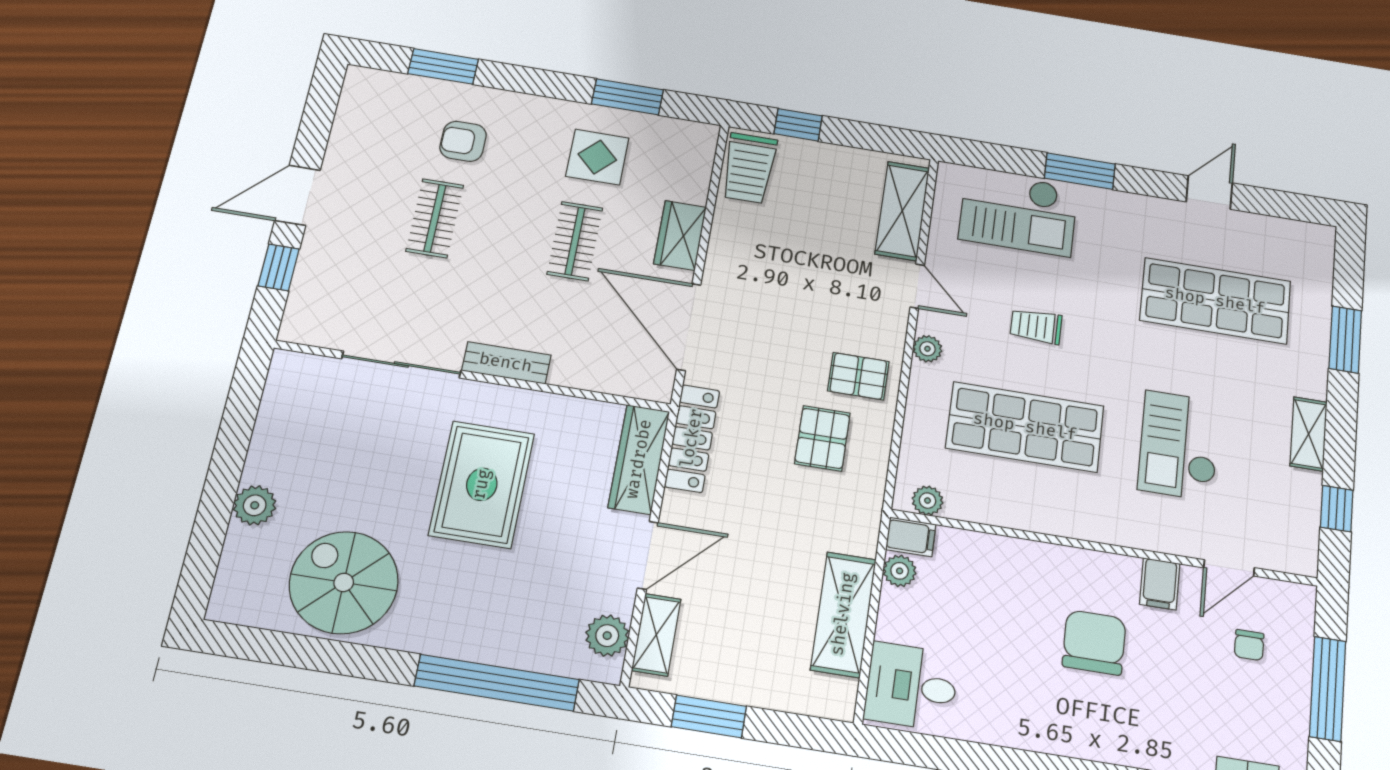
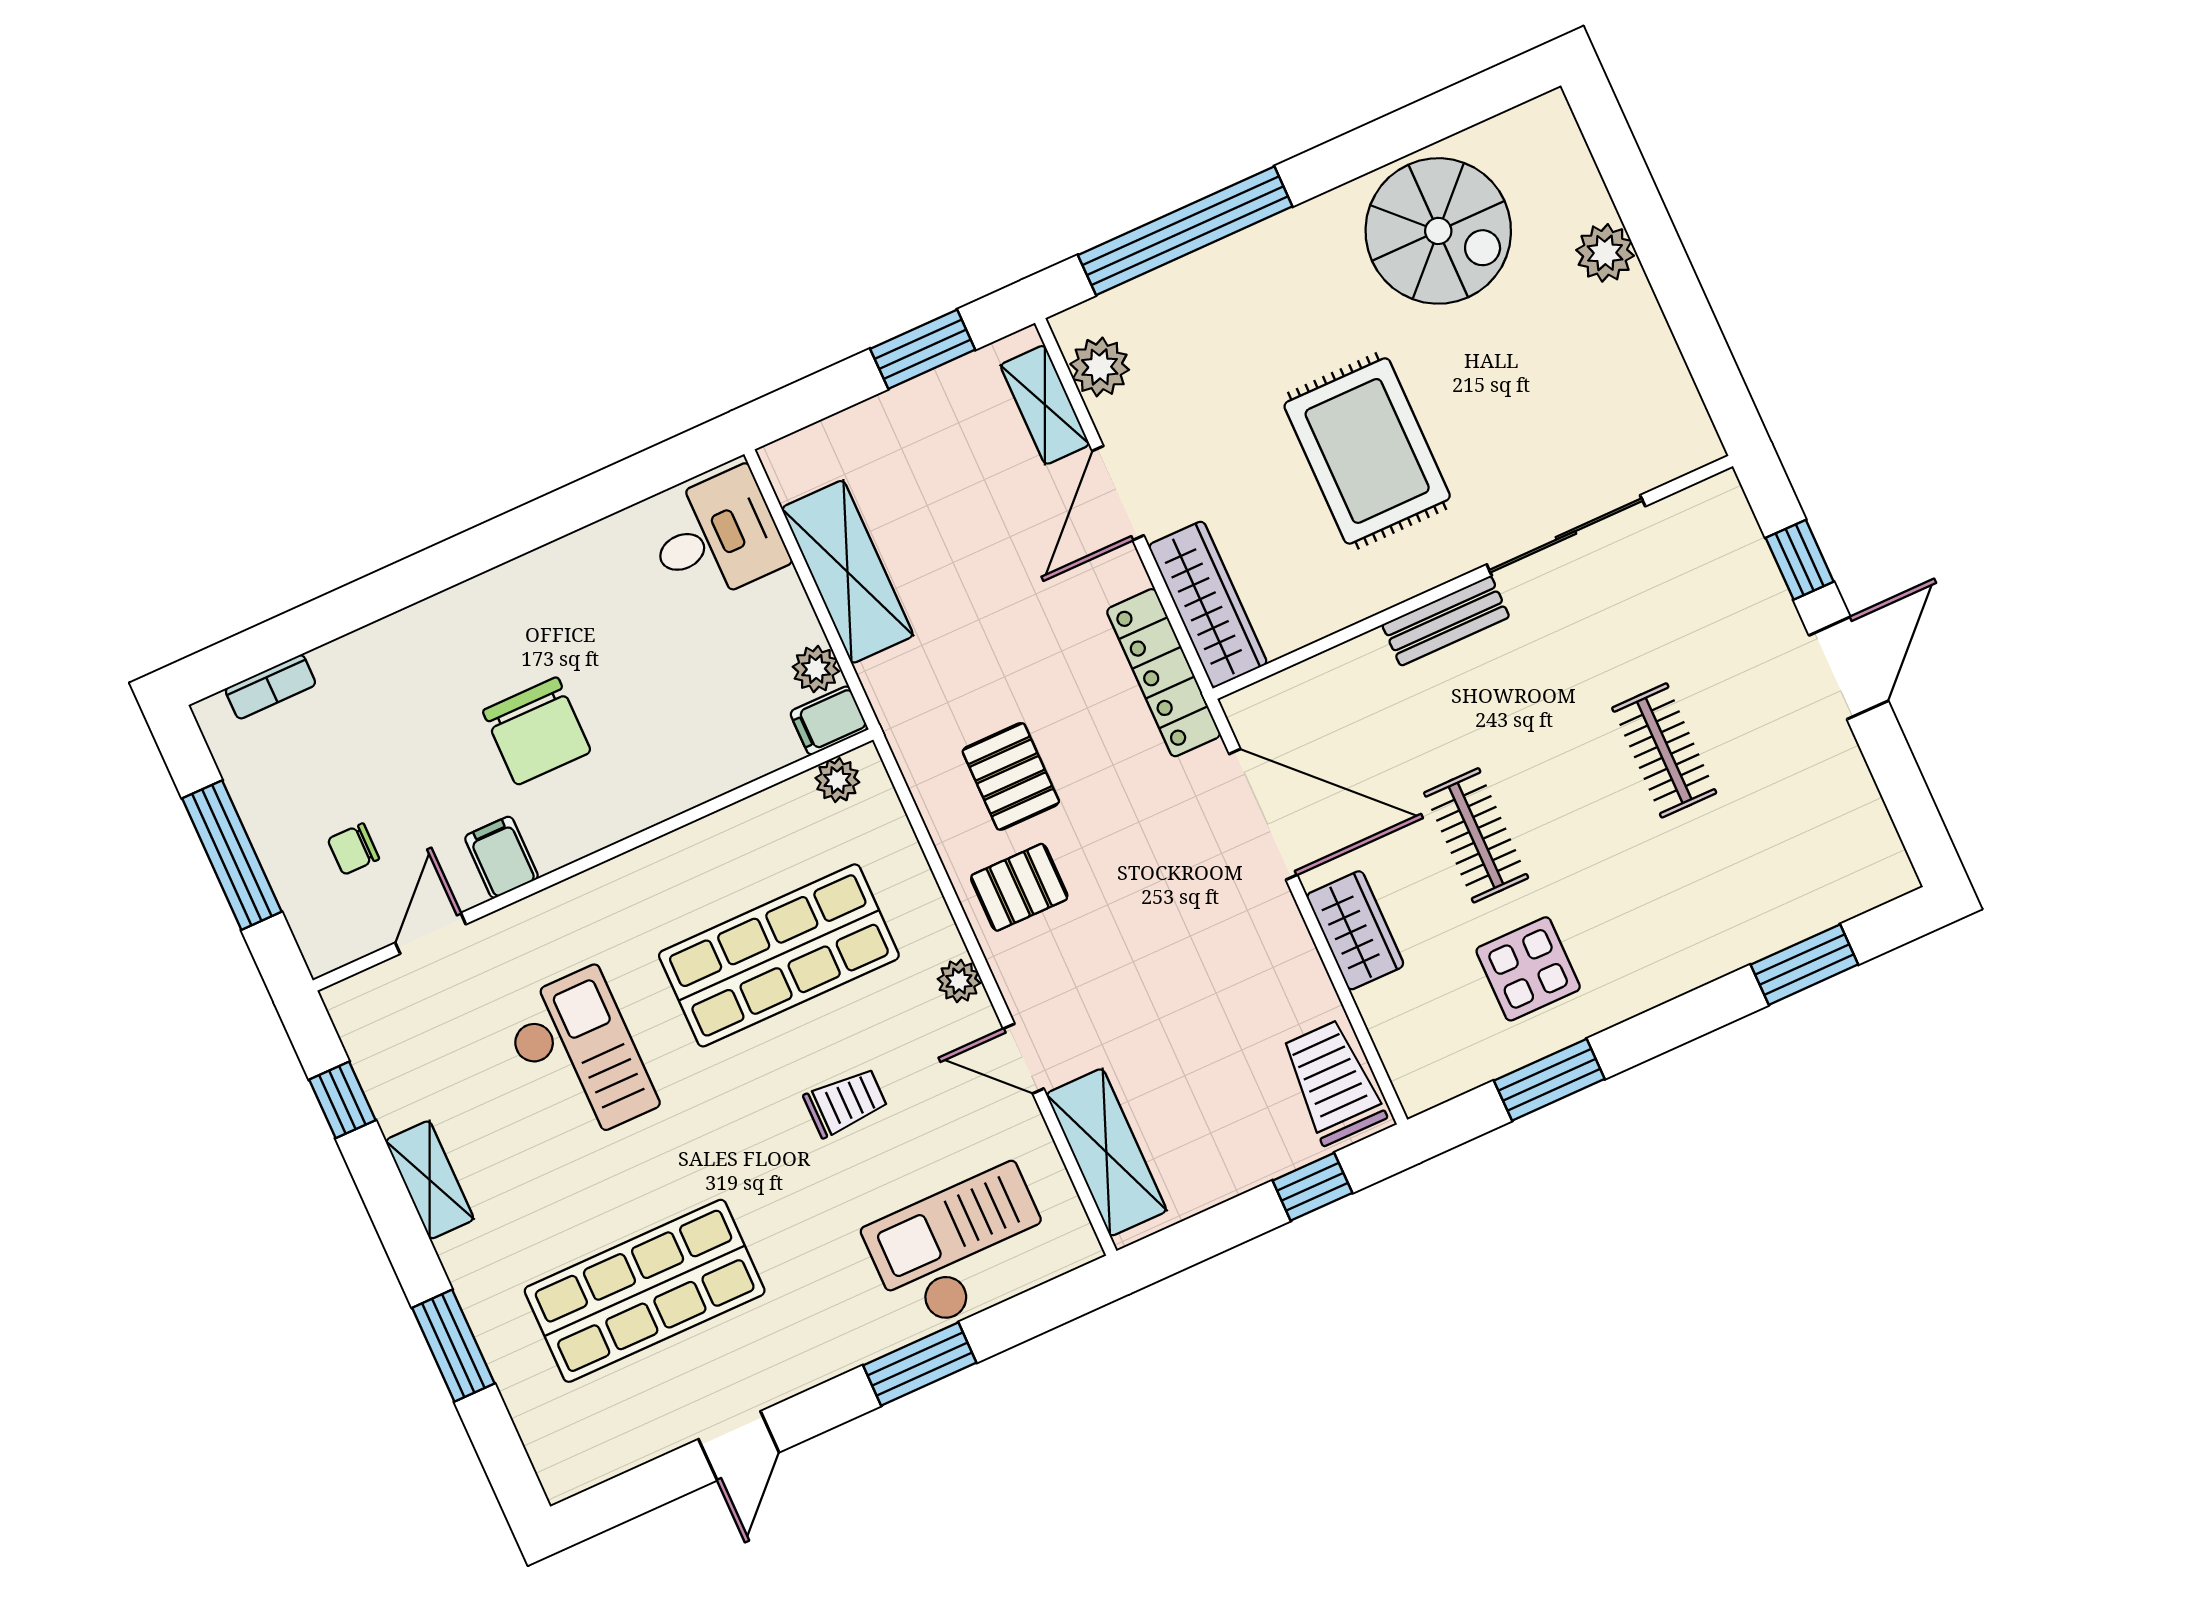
armchair: (463, 141) -> (1705, 878), removed
chair: (1249, 645) -> (353, 849), turned -90

